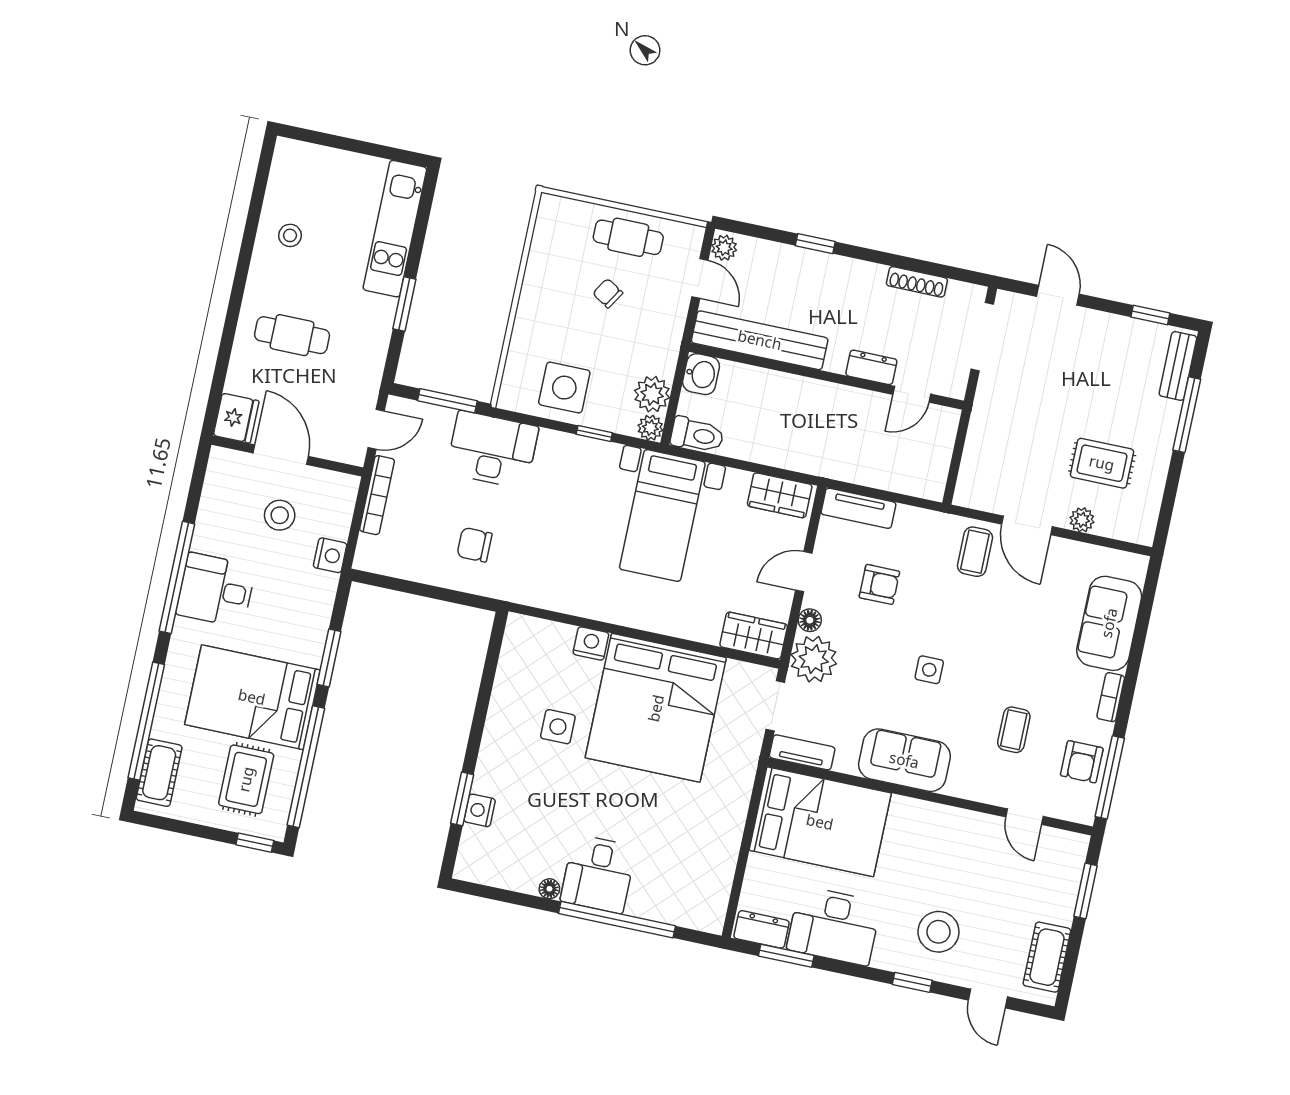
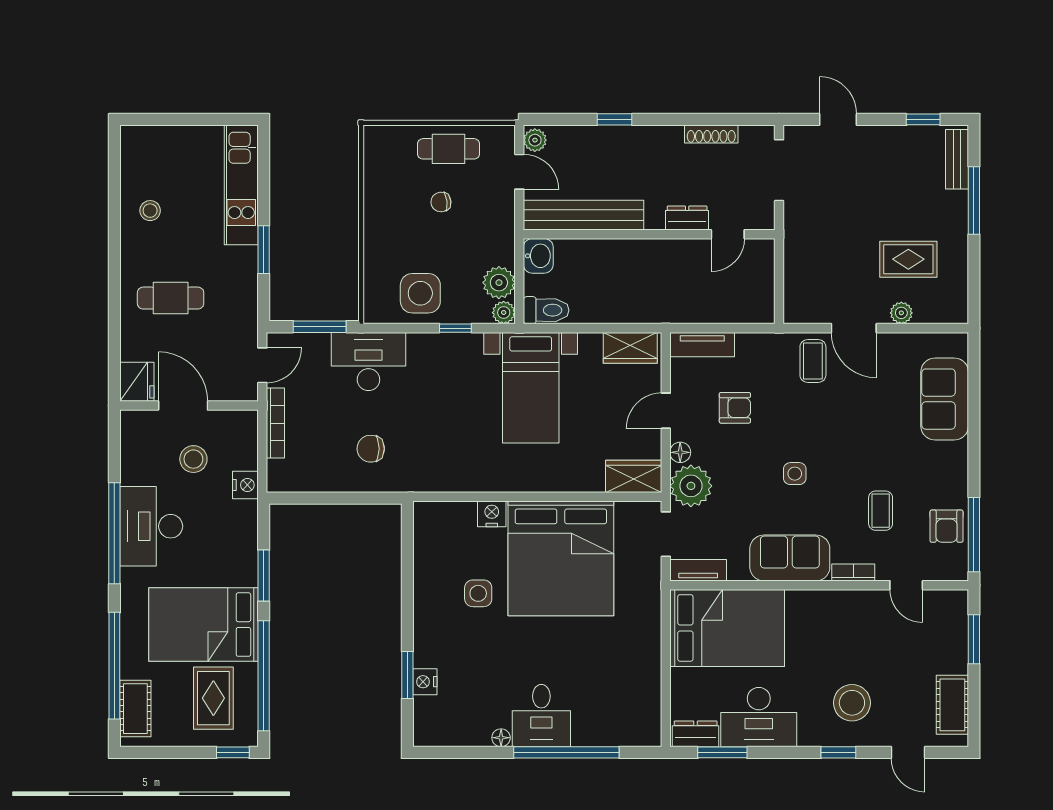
chair: (608, 293) -> (441, 202), turned -39
desk: (216, 590) -> (151, 526), width x1.37
bookcase: (1111, 697) -> (853, 572), moved, turned 90

